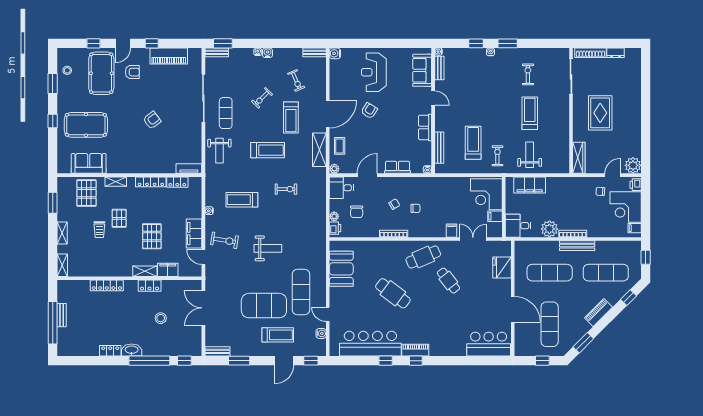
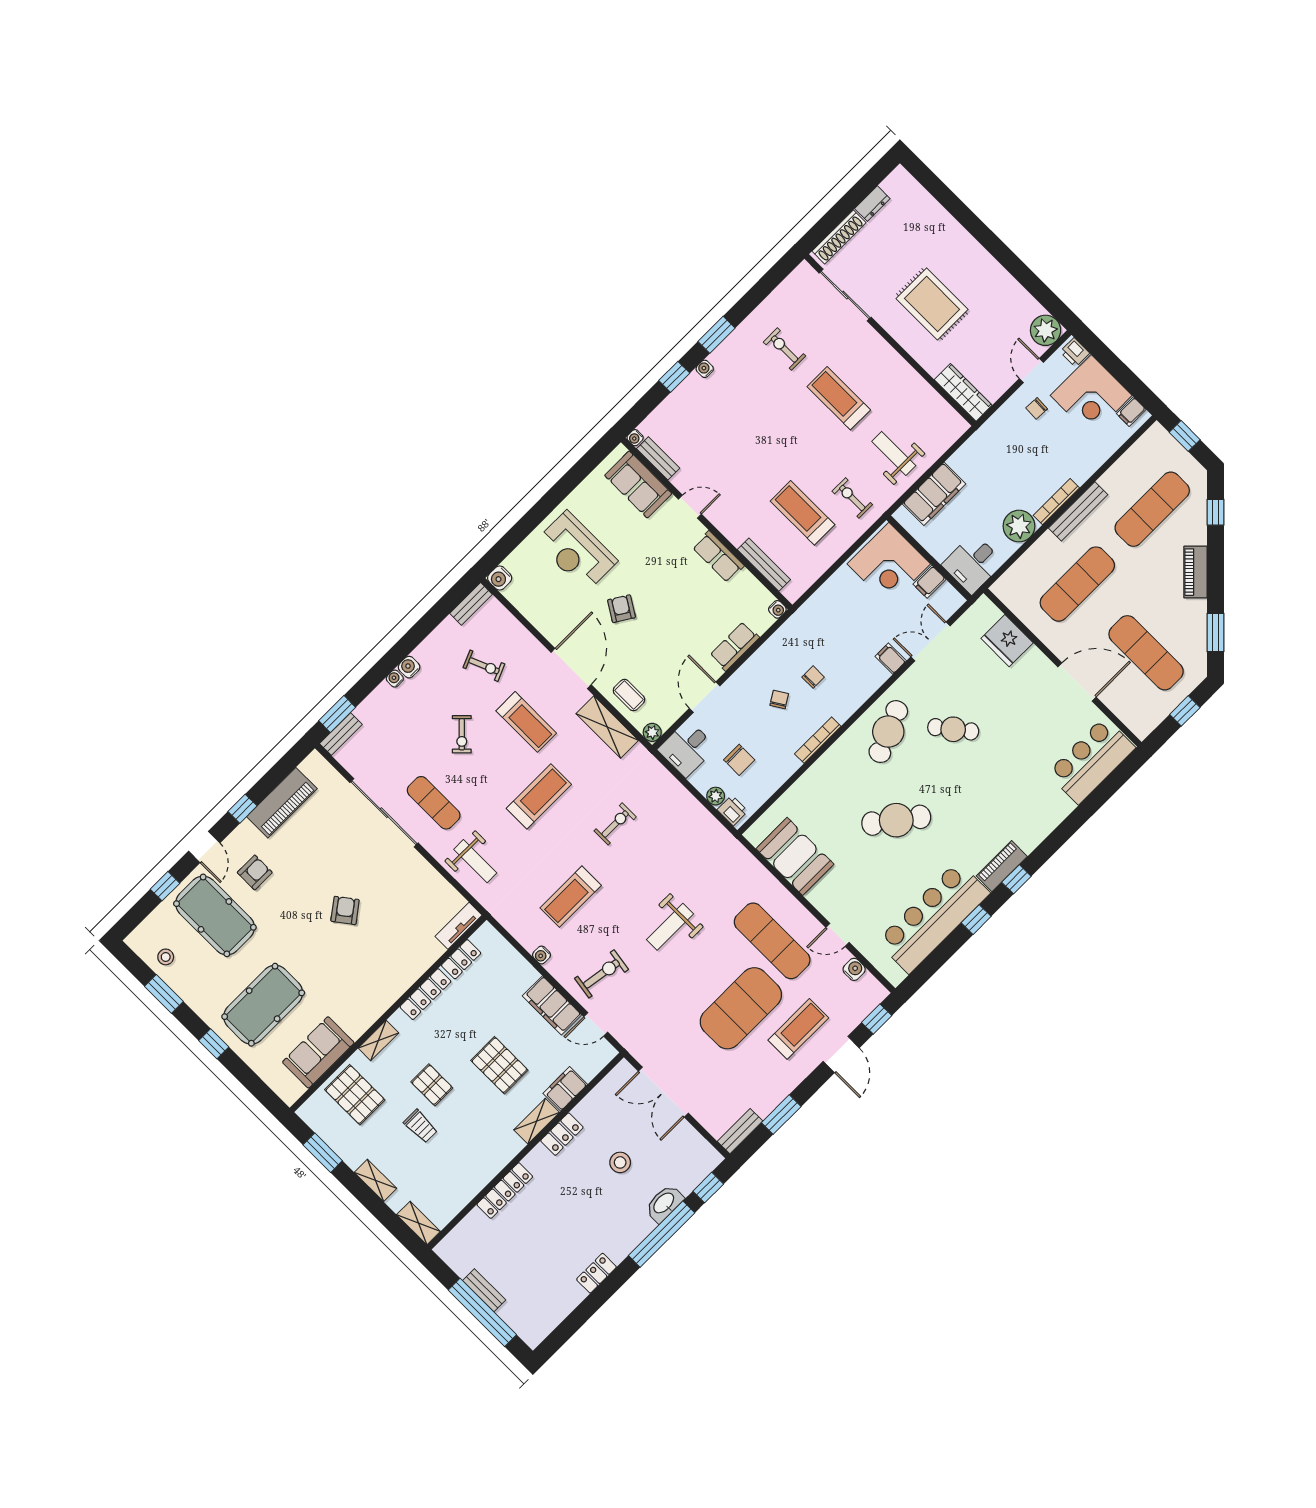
weight bench: (268, 248) -> (670, 927), turned 180
washbasin: (132, 350) -> (664, 1203), moved

